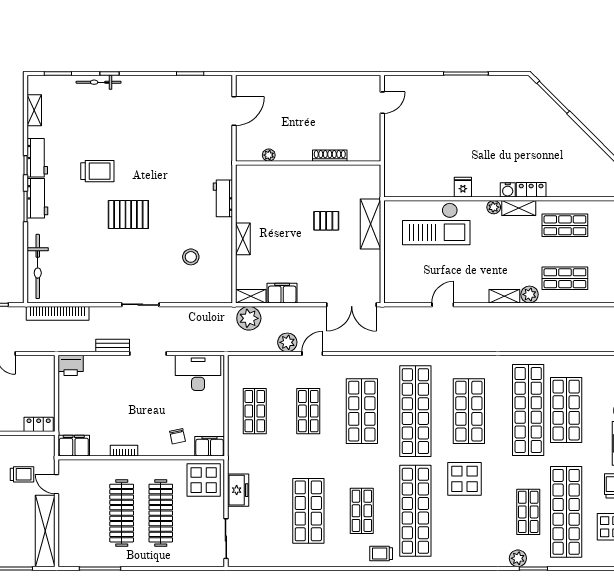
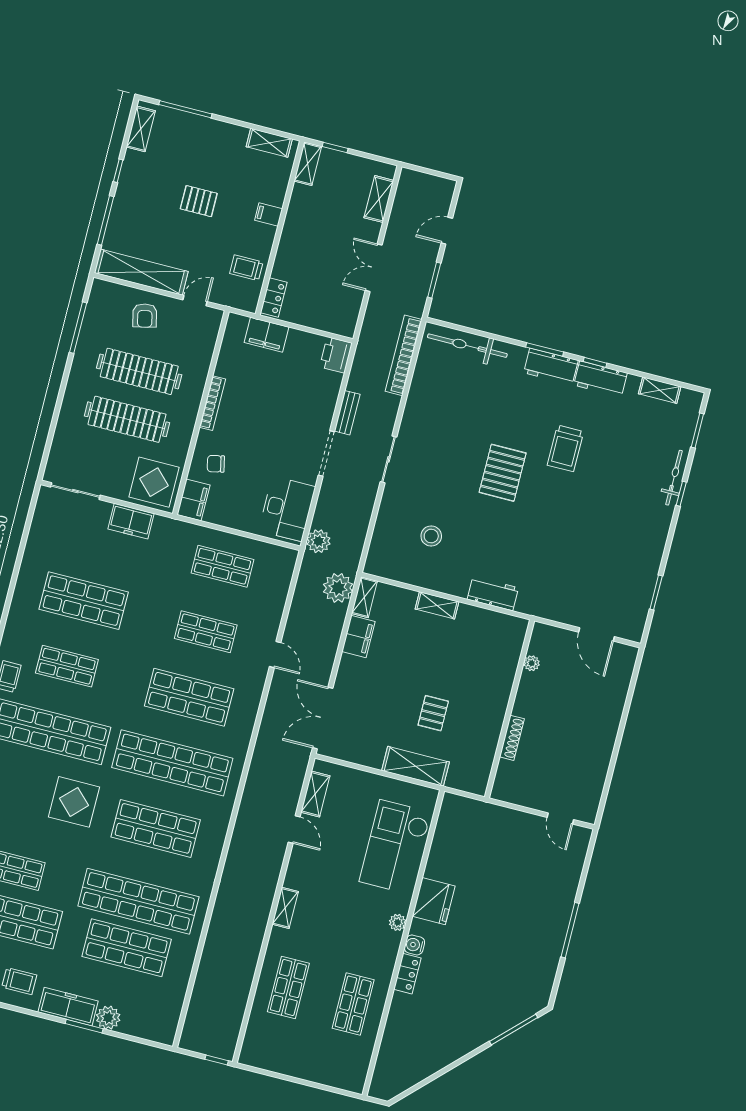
fridge: (463, 187) -> (434, 901), width x1.88, depth x1.34
shelving: (519, 208) -> (315, 794), moved
plant: (530, 294) -> (280, 939), removed
plant: (287, 342) -> (318, 541), moved
filing cabinet: (74, 446) -> (267, 335), moved, turned 90
bookcase: (124, 451) -> (212, 403), width x1.56
trolley: (22, 474) -> (246, 268), moved, turned 90
armchair: (78, 520) -> (145, 316), added

